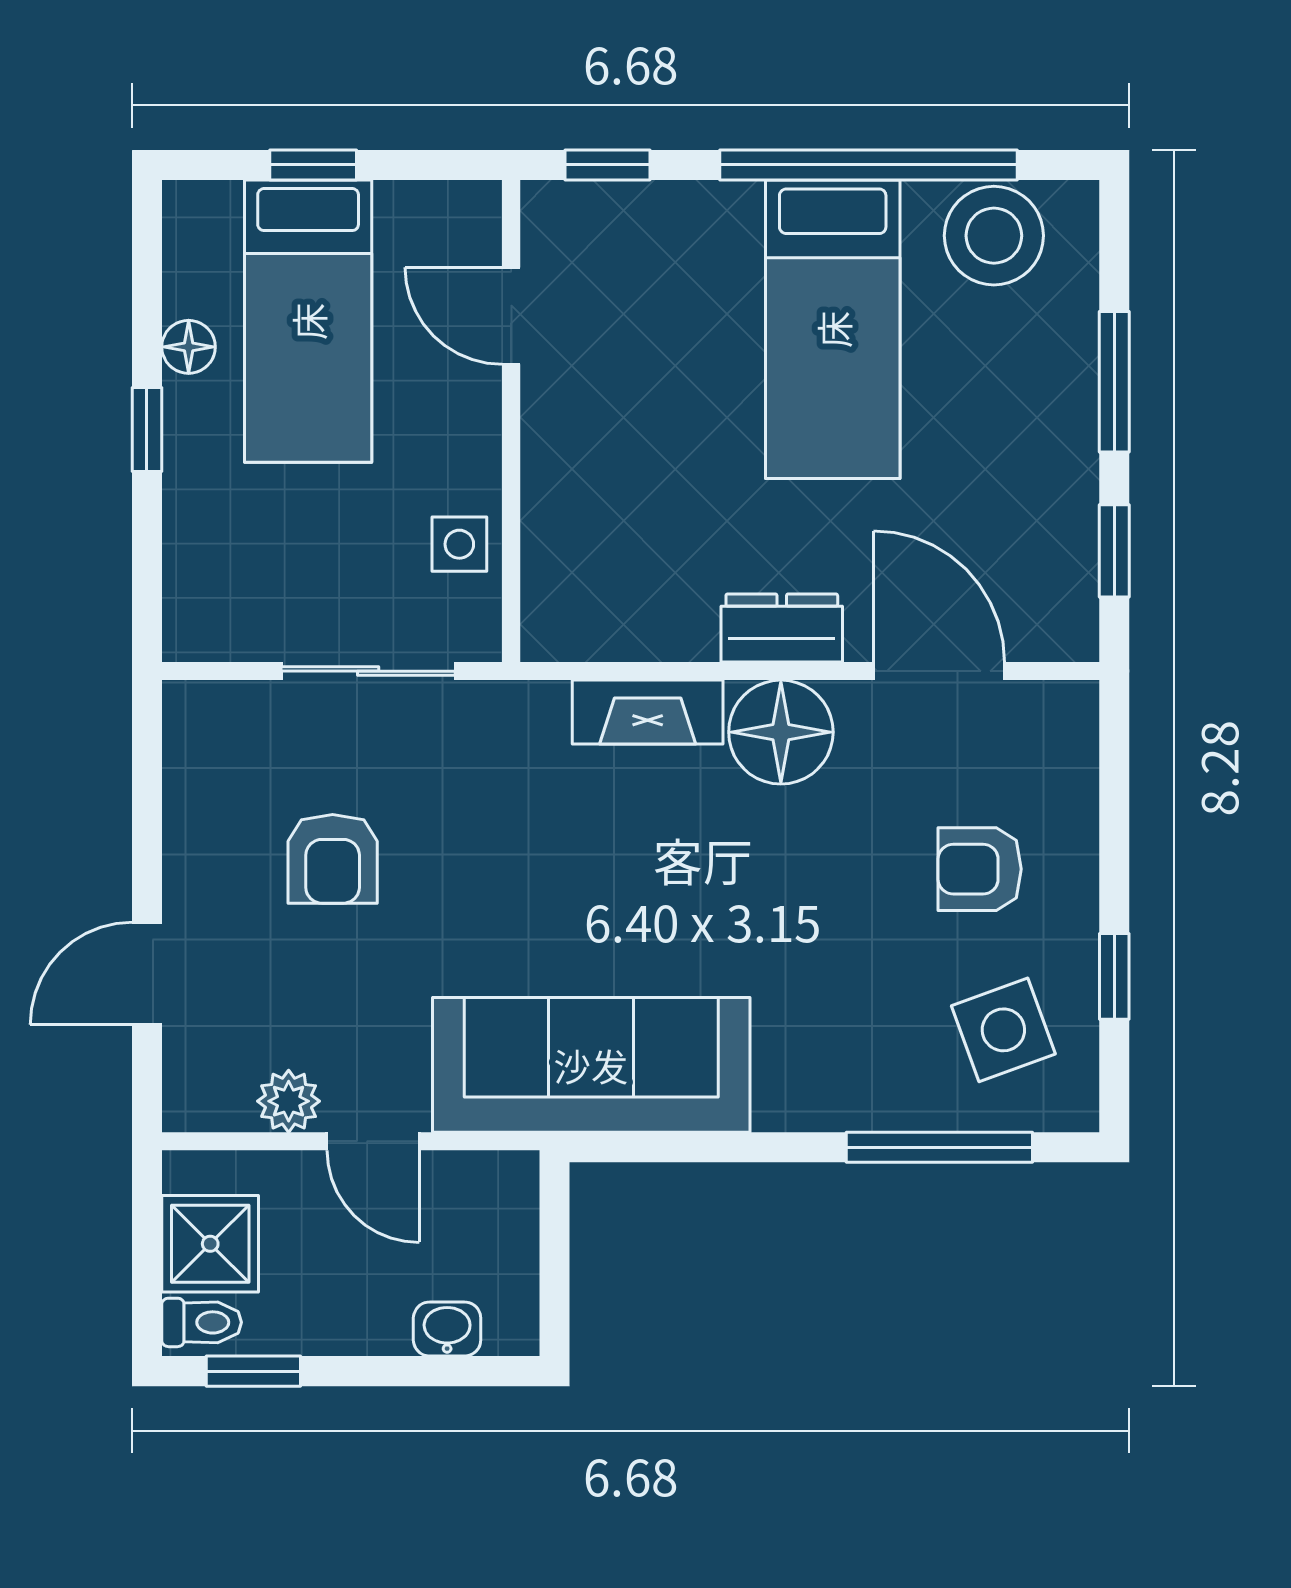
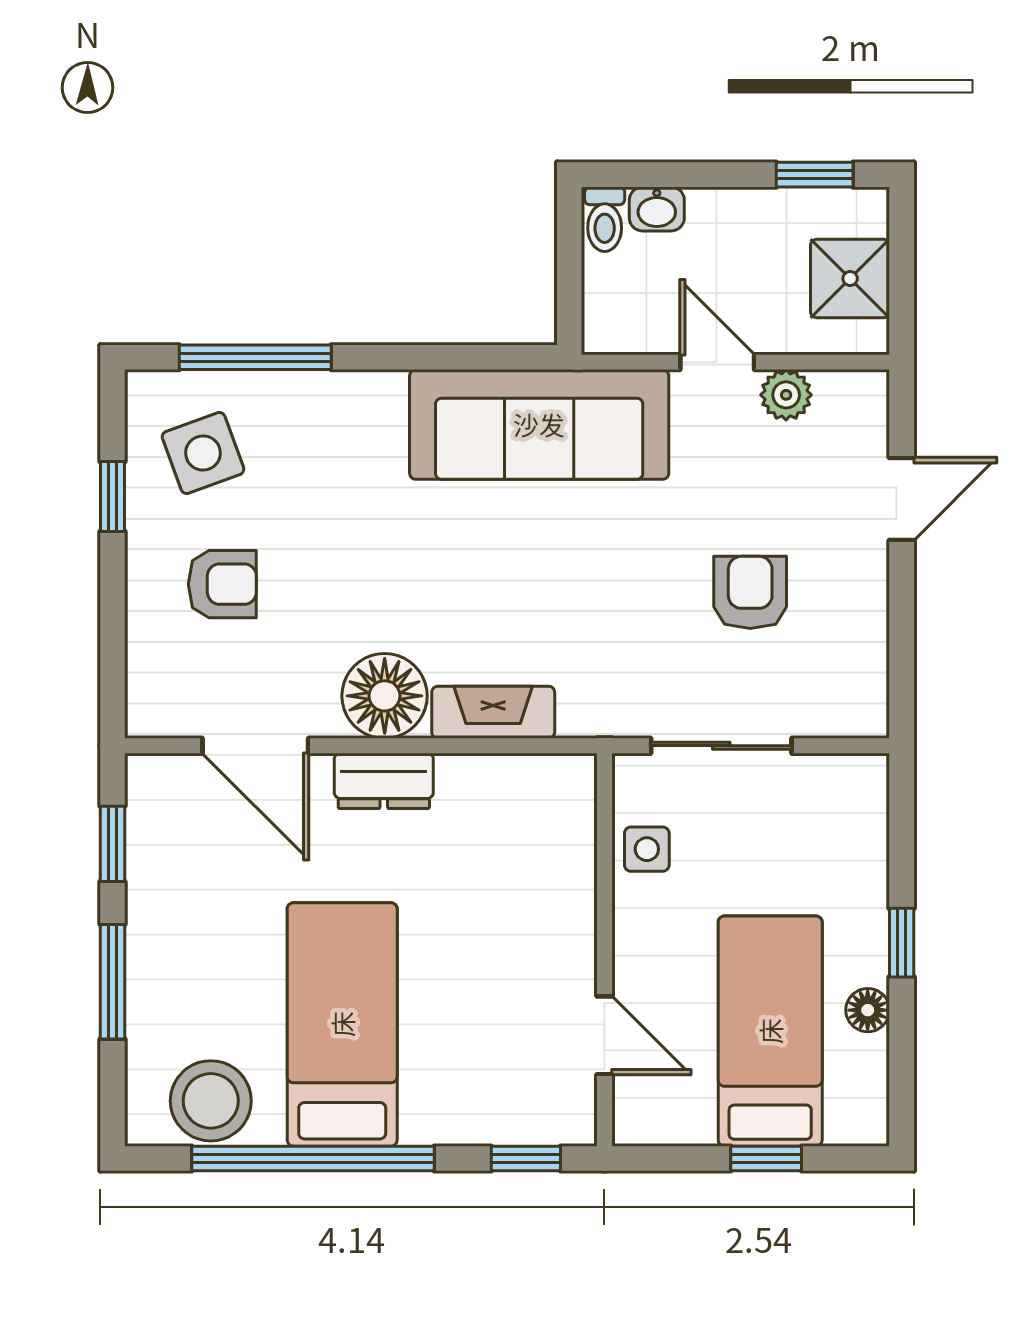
toilet: (202, 1322) -> (605, 219), moved, turned -90

